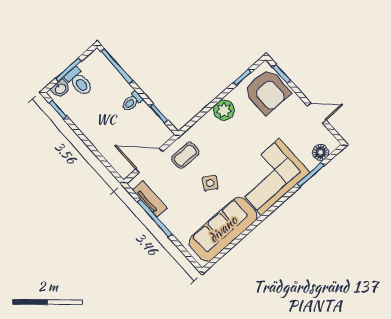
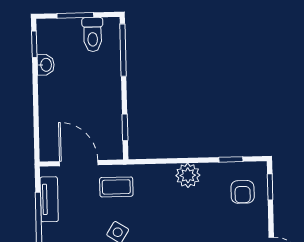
toilet: (79, 82) -> (93, 35), moved
washbasin: (60, 89) -> (46, 65), moved, turned -90
armchair: (267, 91) -> (243, 192), width x0.53, depth x0.53
toilet: (132, 102) -> (109, 95), removed

